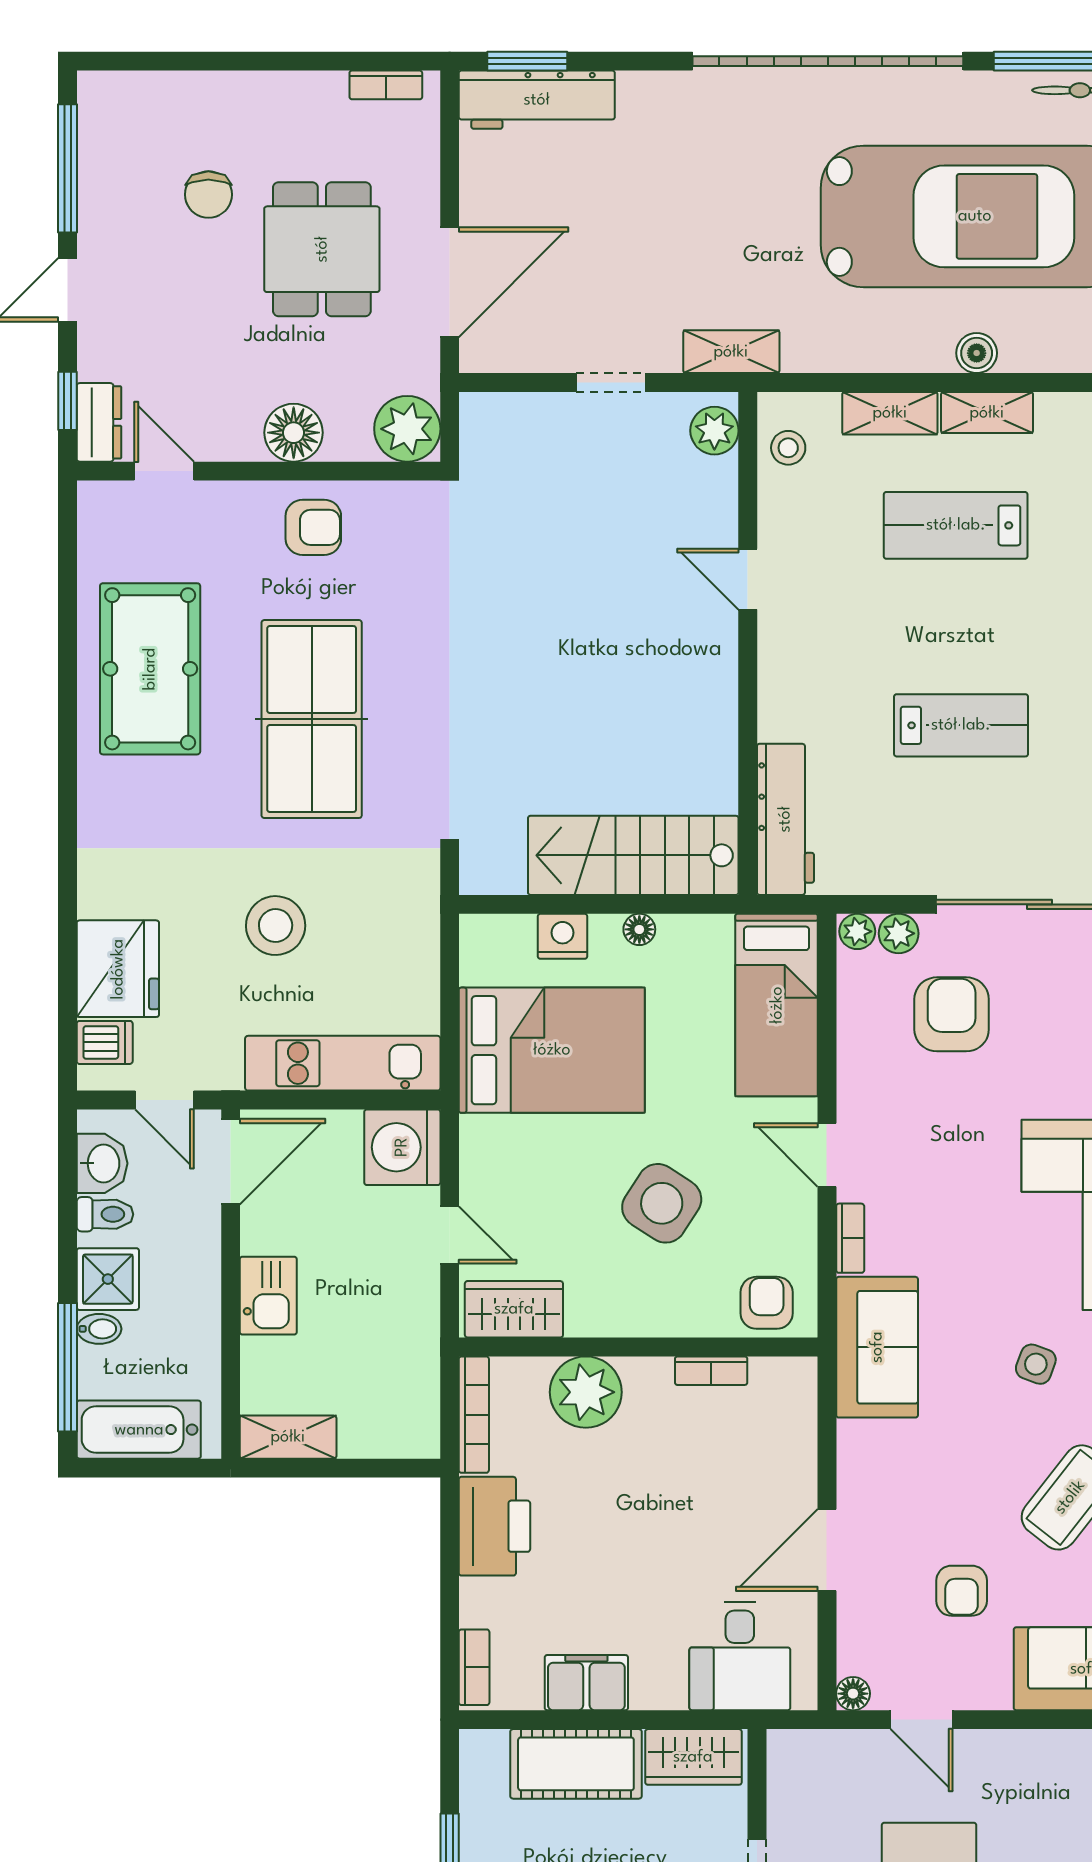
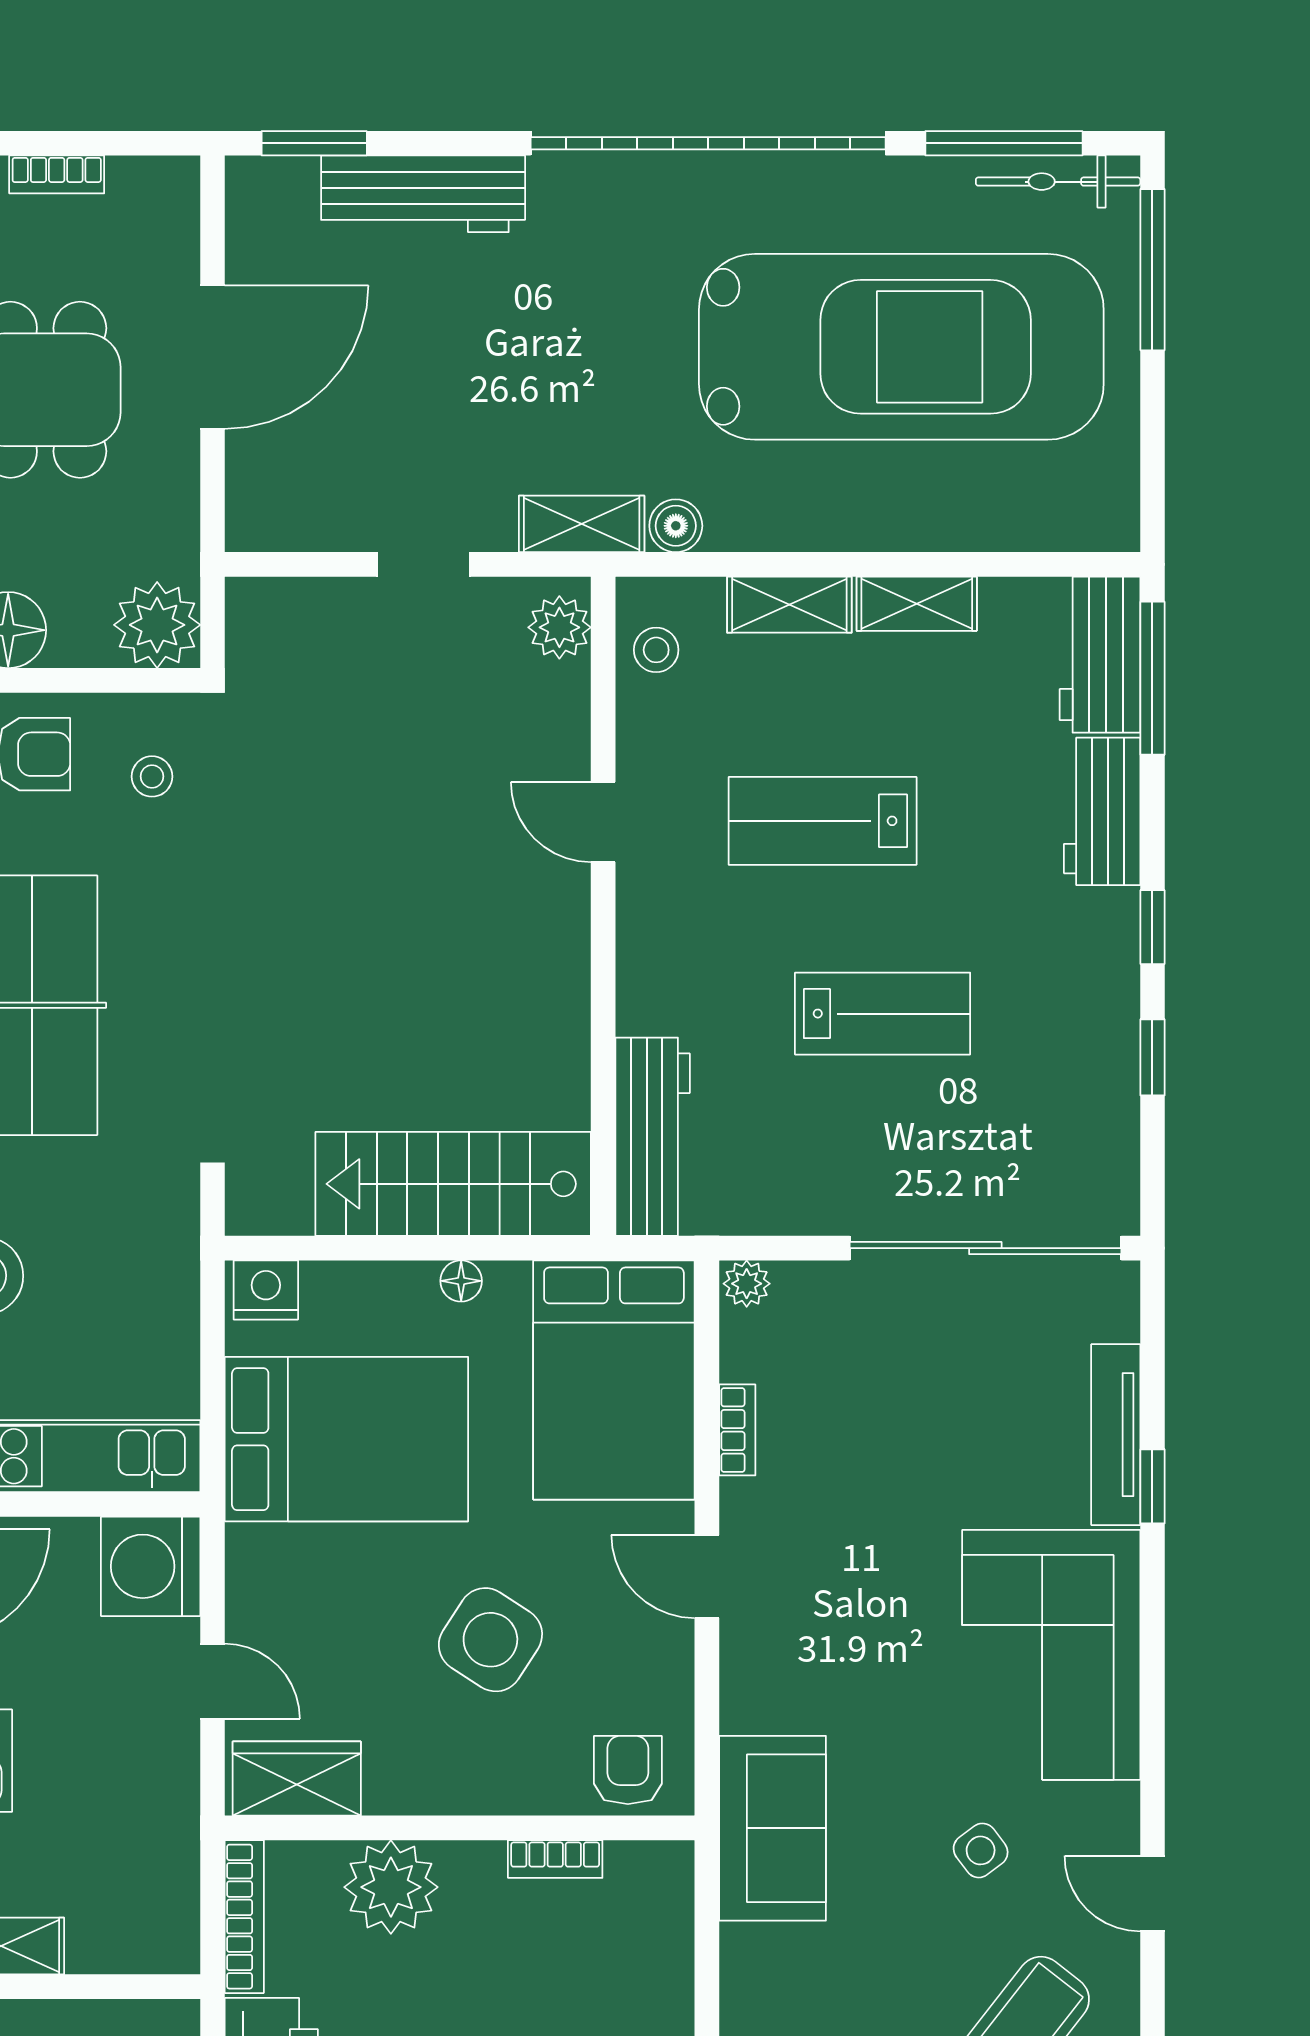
bookcase: (386, 85) -> (57, 174), moved
workbench: (537, 100) -> (423, 194), moved
door: (450, 282) -> (212, 357), moved
boiler: (977, 353) -> (676, 526), moved
lab bench: (956, 525) -> (823, 821), moved
stool: (403, 544) -> (152, 776), added
plant: (899, 933) -> (801, 1286), removed
nightstand: (563, 936) -> (266, 1290), moved
bed: (777, 1005) -> (614, 1380), width x1.50
armchair: (952, 1014) -> (870, 1392), removed
bookcase: (850, 1238) -> (737, 1430), moved
side table: (1036, 1364) -> (981, 1850), turned 33

